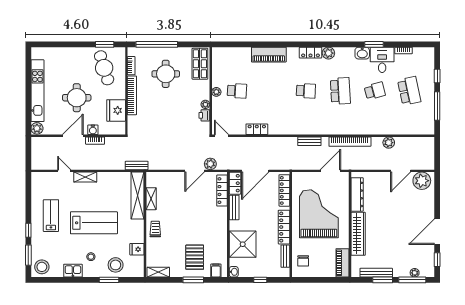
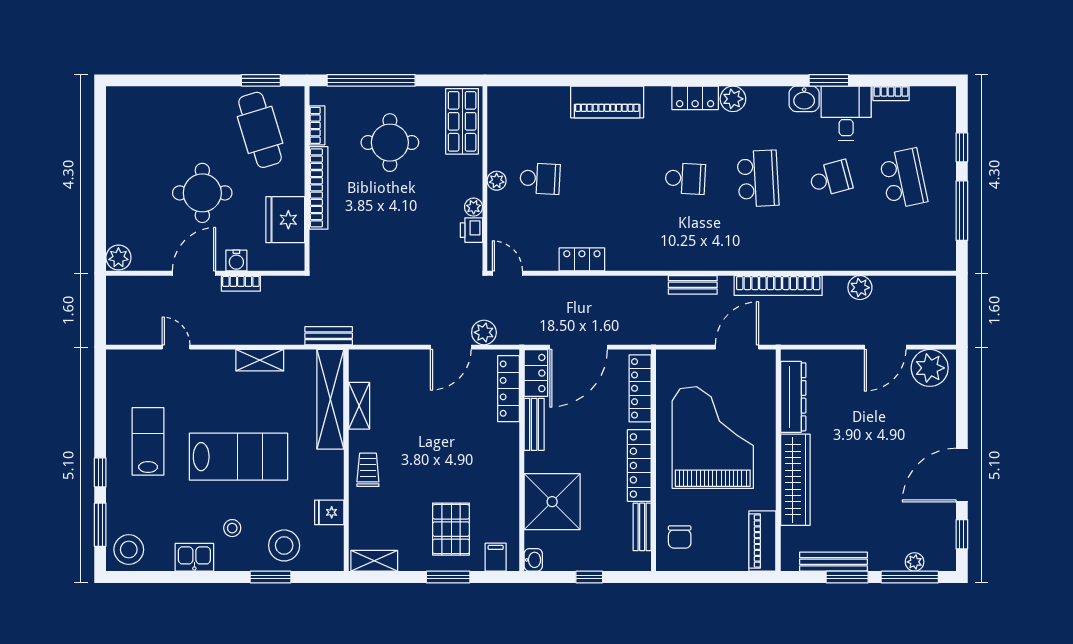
kitchen unit: (37, 91) -> (119, 178), removed
shelving: (85, 177) -> (260, 360), moved

